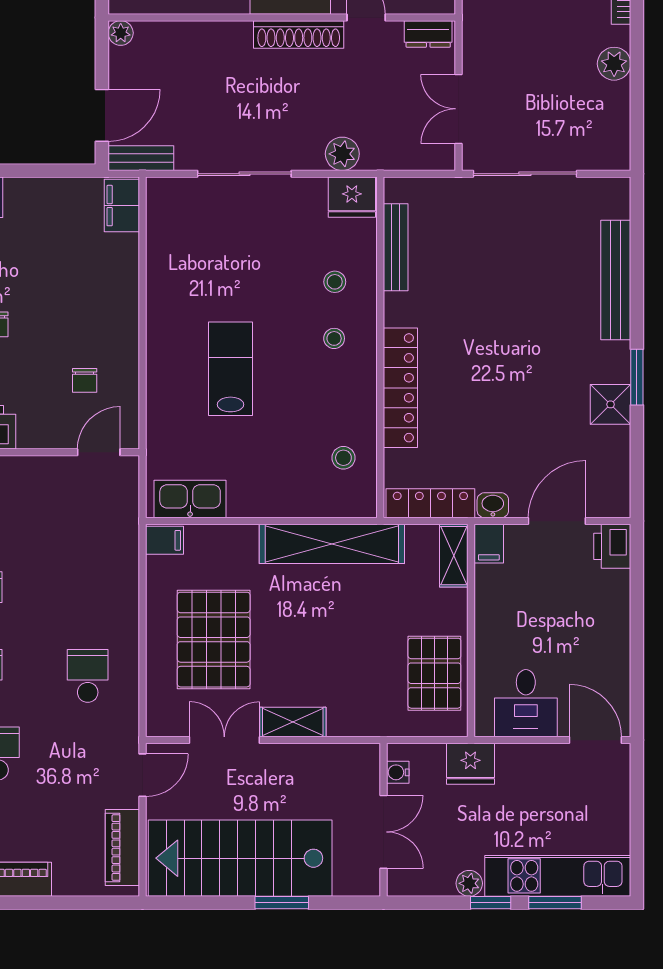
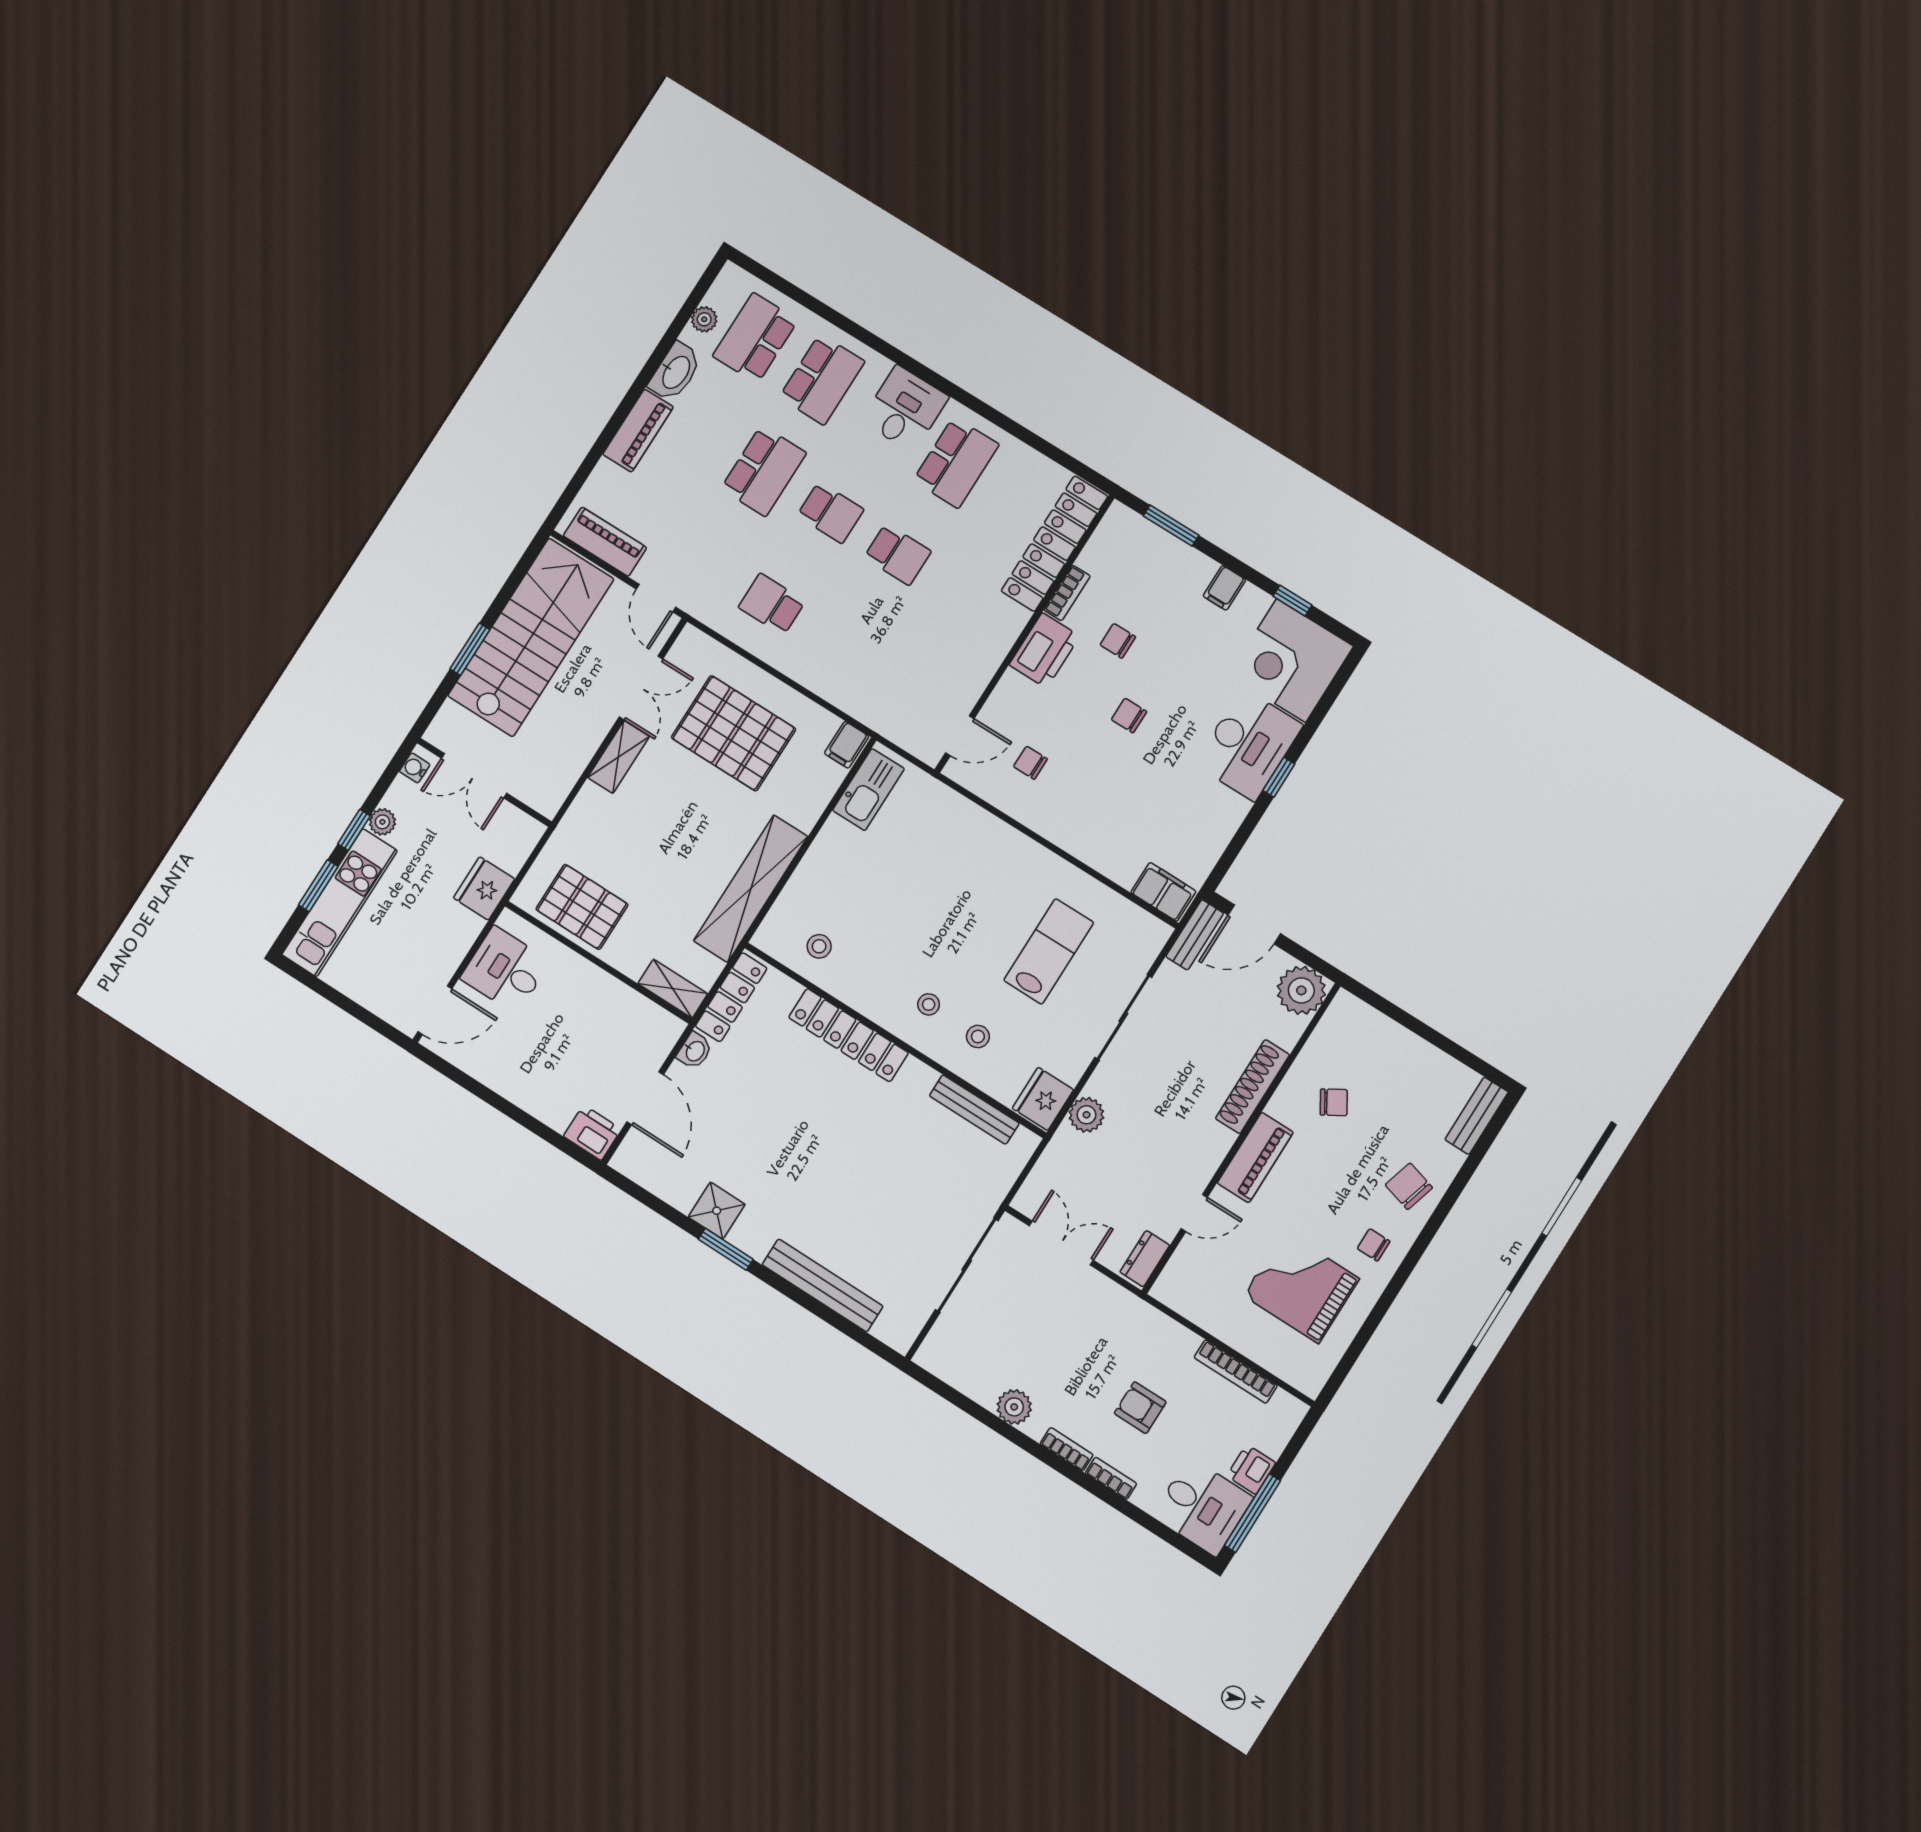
plant: (121, 33) -> (1301, 990), width x1.87, depth x1.87
shoe rack: (299, 34) -> (1252, 1087), moved
door: (102, 115) -> (1254, 924), hinge flipped
lab bench: (231, 369) -> (1049, 951), moved, turned -90
door: (99, 452) -> (960, 736), hinge flipped
filing cabinet: (489, 544) -> (664, 1026), removed
school desk: (88, 676) -> (772, 604), turned 180
water cooler: (398, 772) -> (415, 768), moved, turned -90

